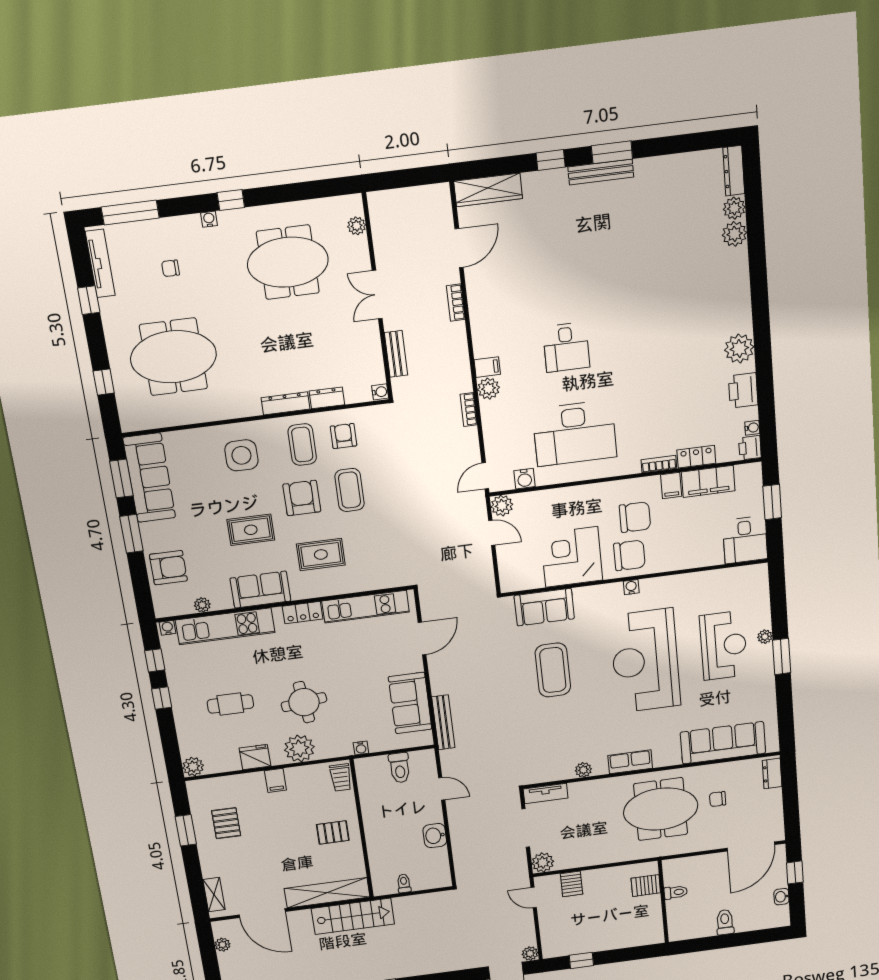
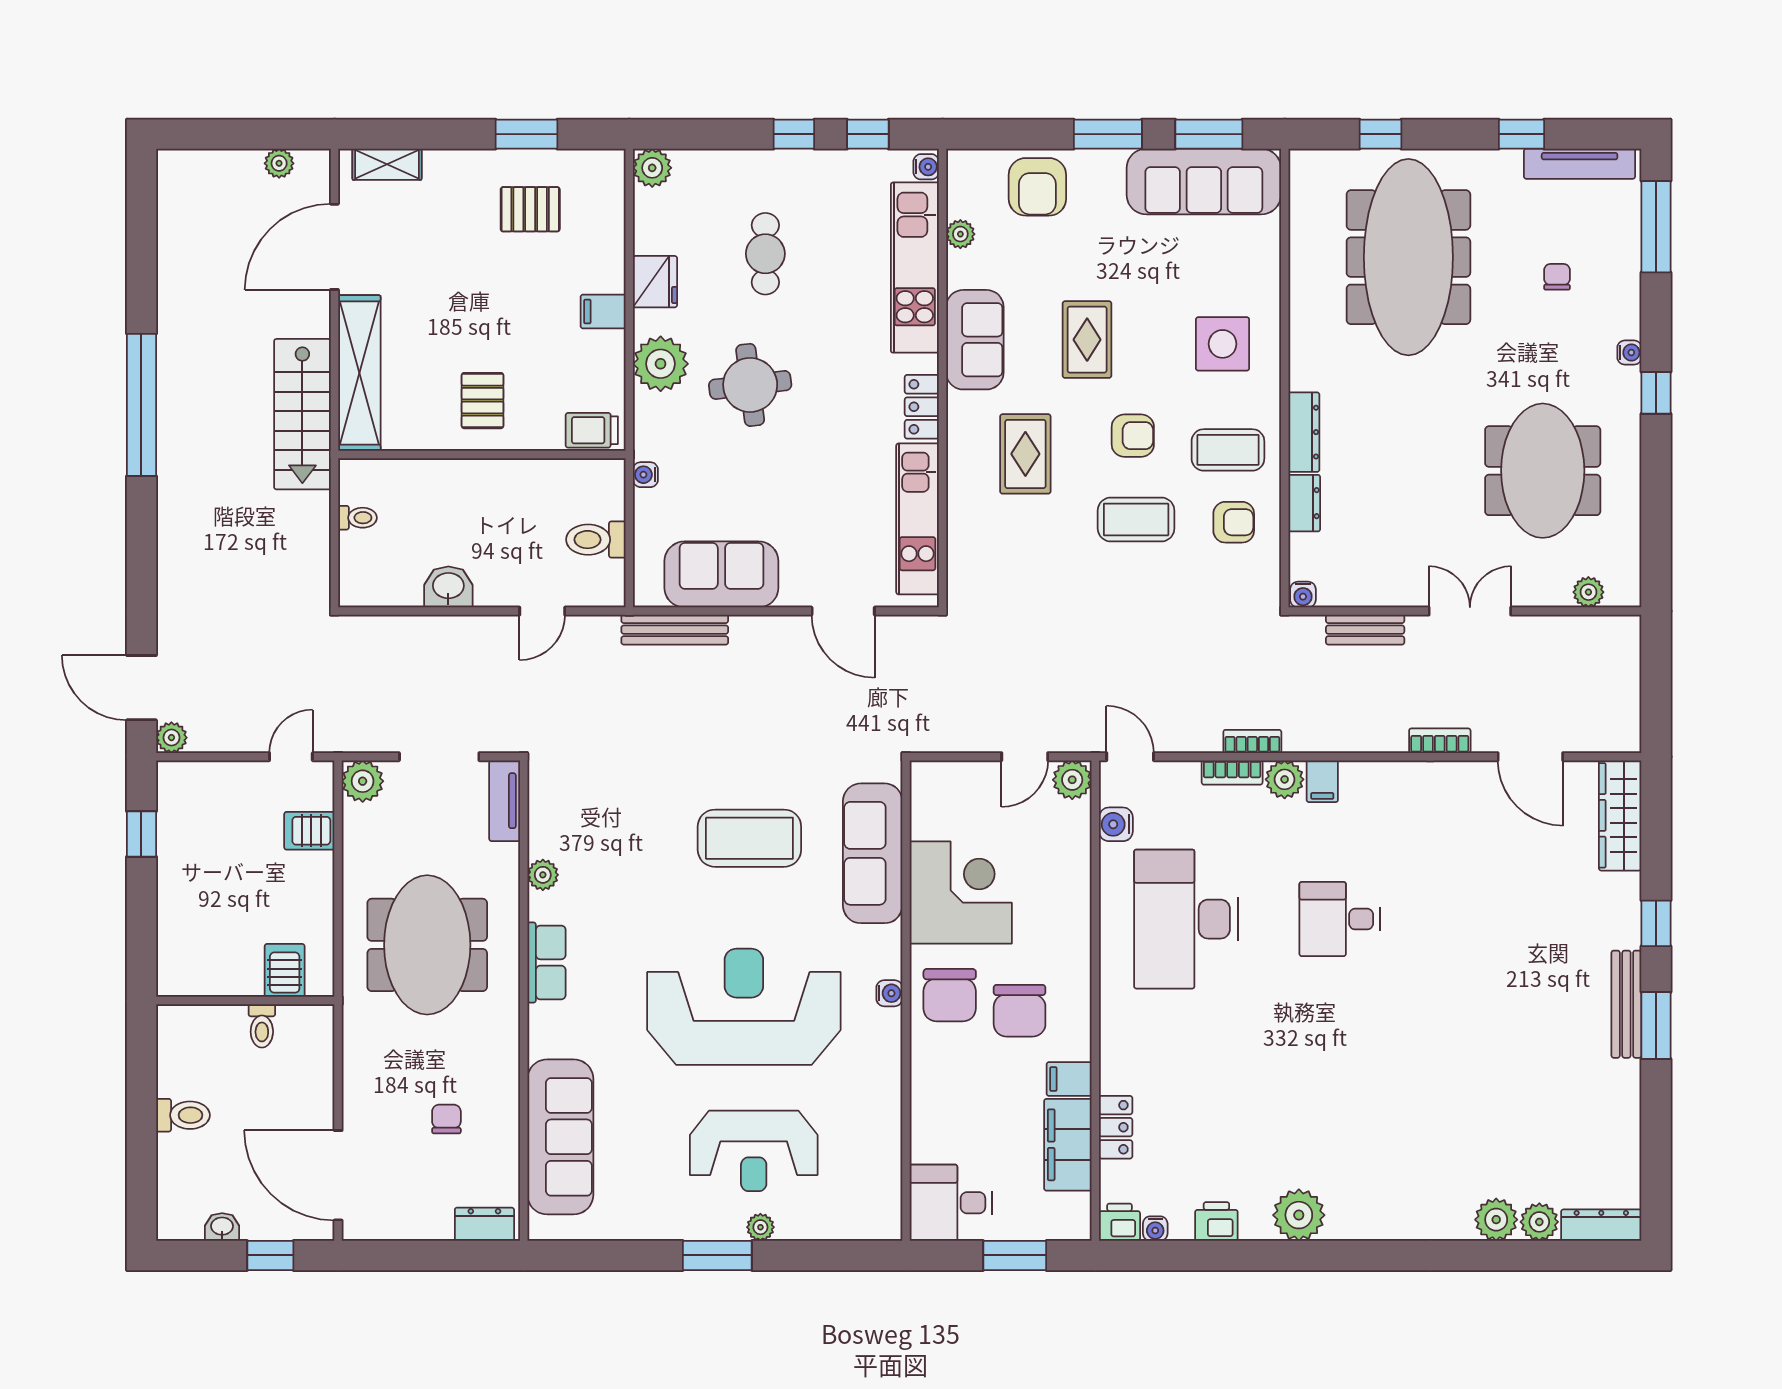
meeting table: (173, 357) -> (1408, 257), width x1.36
printer: (743, 390) -> (1216, 1221), width x0.73, depth x0.81
bookcase: (659, 464) -> (1232, 772), moved, turned 90
armchair: (302, 498) -> (1133, 436), width x0.72, depth x0.72
sofa: (544, 607) -> (873, 853), width x1.36
meeting table: (661, 809) -> (427, 945), moved

